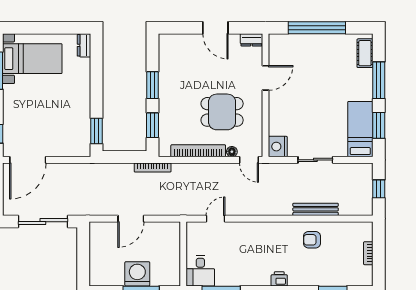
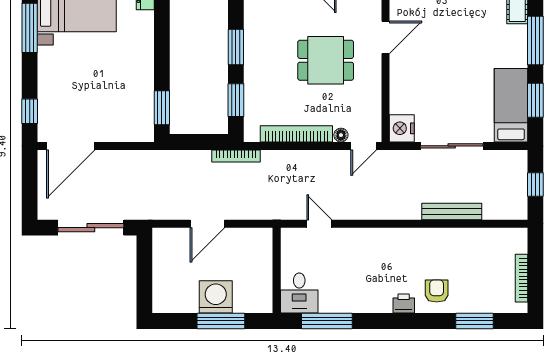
dining table: (222, 112) -> (326, 60), moved
door: (249, 160) -> (364, 146), hinge flipped
sliding door: (315, 160) -> (452, 146), width x1.37
door: (215, 219) -> (319, 224), hinge flipped
armchair: (312, 240) -> (437, 291), moved, turned 90
bookcase: (368, 253) -> (521, 278), width x1.56

